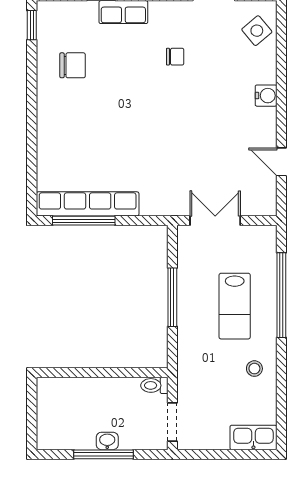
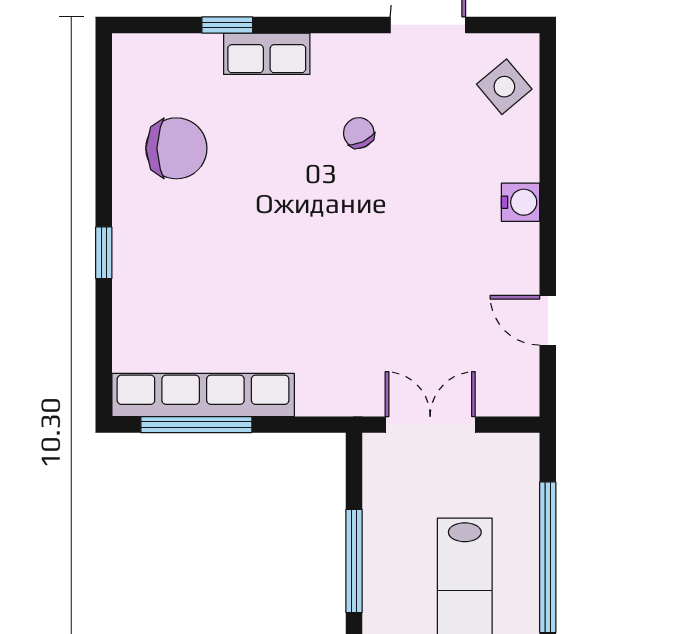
window: (32, 25) -> (104, 253), moved
chair: (175, 57) -> (359, 133), turned -115
chair: (73, 65) -> (176, 148), width x1.37, depth x1.37

